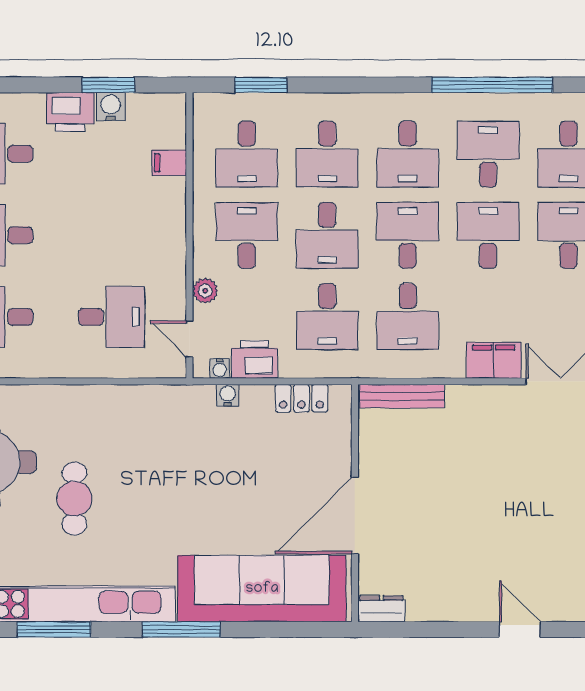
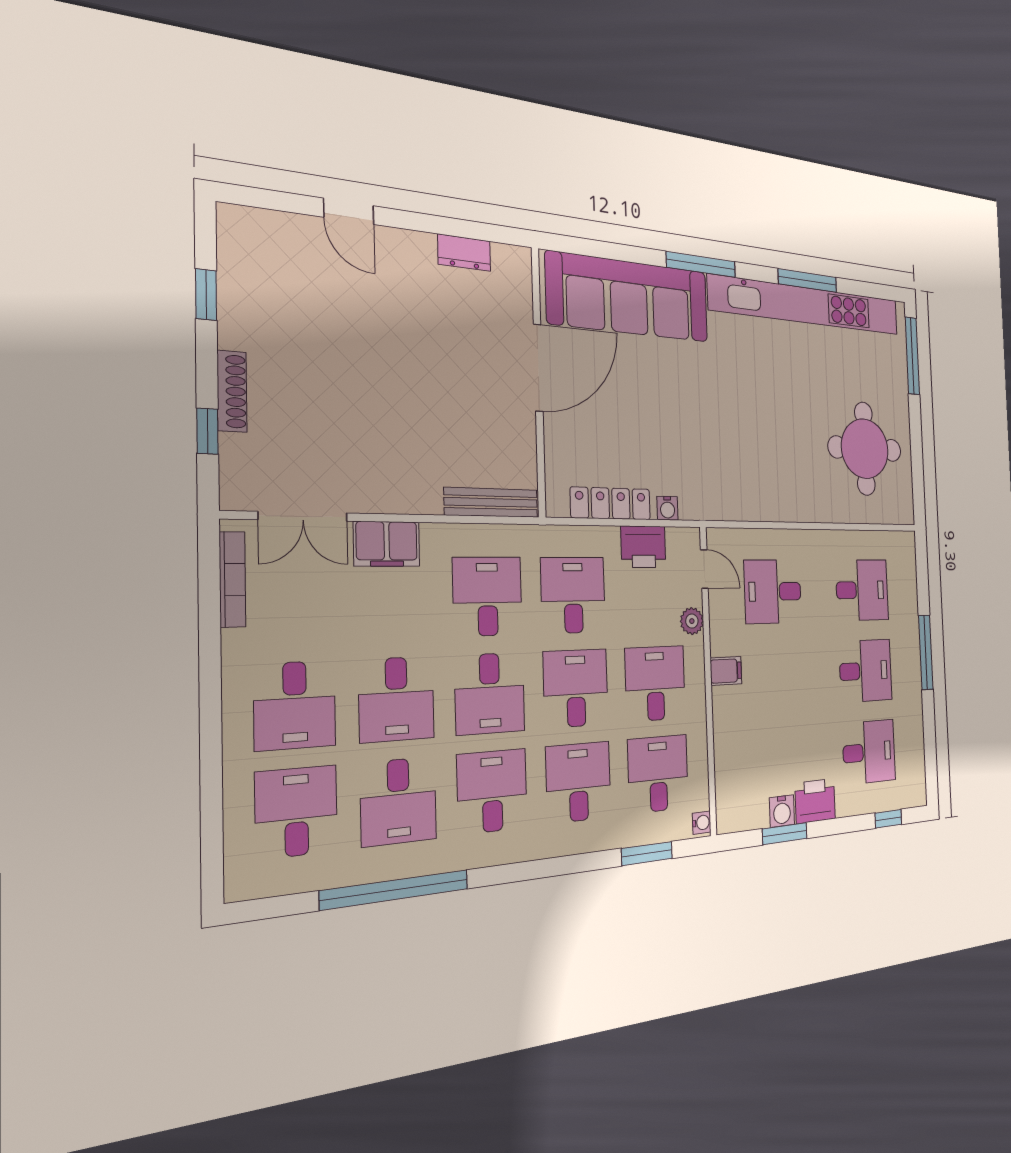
filing cabinet: (169, 163) -> (726, 671), moved
desk: (247, 235) -> (655, 683), turned 180
water cooler: (219, 369) -> (702, 823), moved, turned 90
locker: (301, 398) -> (611, 503), width x1.53
cafe table: (74, 499) -> (796, 408), removed
dresser: (381, 609) -> (464, 253), moved

